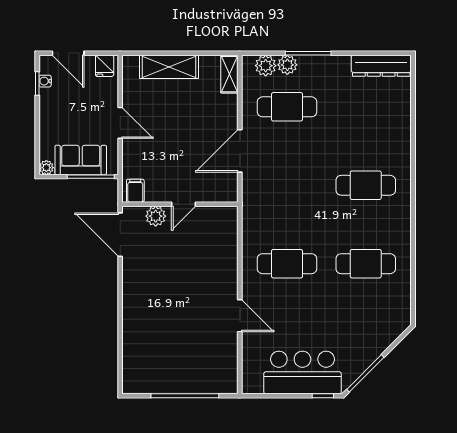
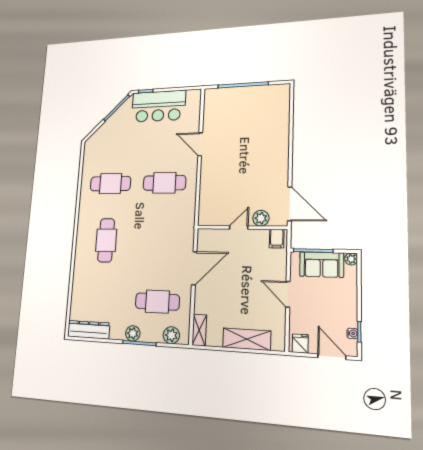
plant: (287, 65) -> (133, 333), moved
cafe table: (366, 185) -> (106, 240), turned 90

